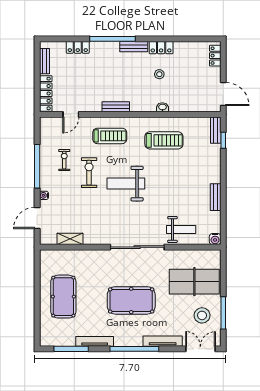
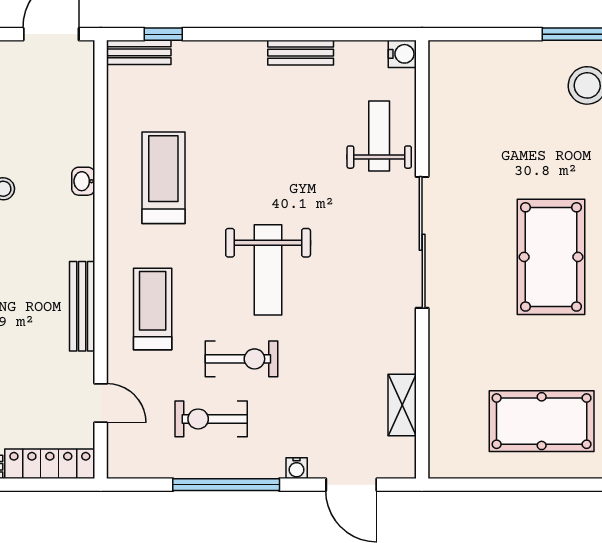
bench: (116, 107) -> (82, 306), width x1.36
exercise bike: (64, 160) -> (211, 419), width x1.38, depth x1.39
exercise bike: (89, 173) -> (241, 359), turned 180
table tennis table: (194, 282) -> (505, 104), removed

